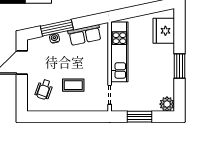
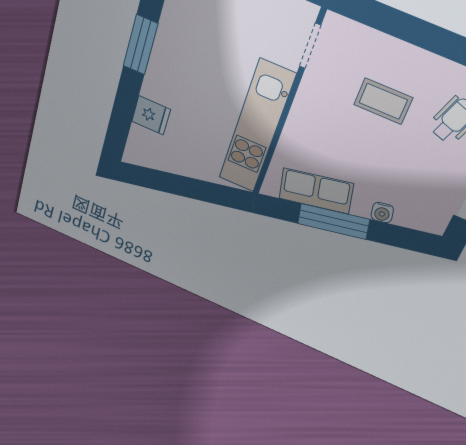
window: (57, 28) -> (333, 221), moved
fridge: (164, 31) -> (151, 115), width x0.53, depth x0.75

